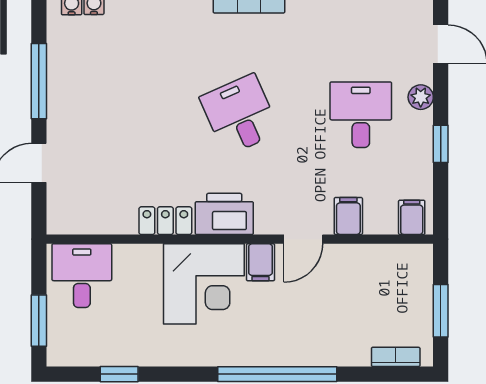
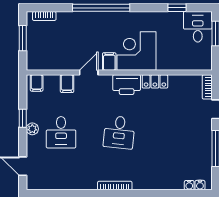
plant: (421, 97) -> (32, 129), moved
desk: (240, 115) -> (119, 132), turned 30
bookcase: (57, 209) -> (207, 87), added
desk: (82, 276) -> (198, 27), moved, turned 180

